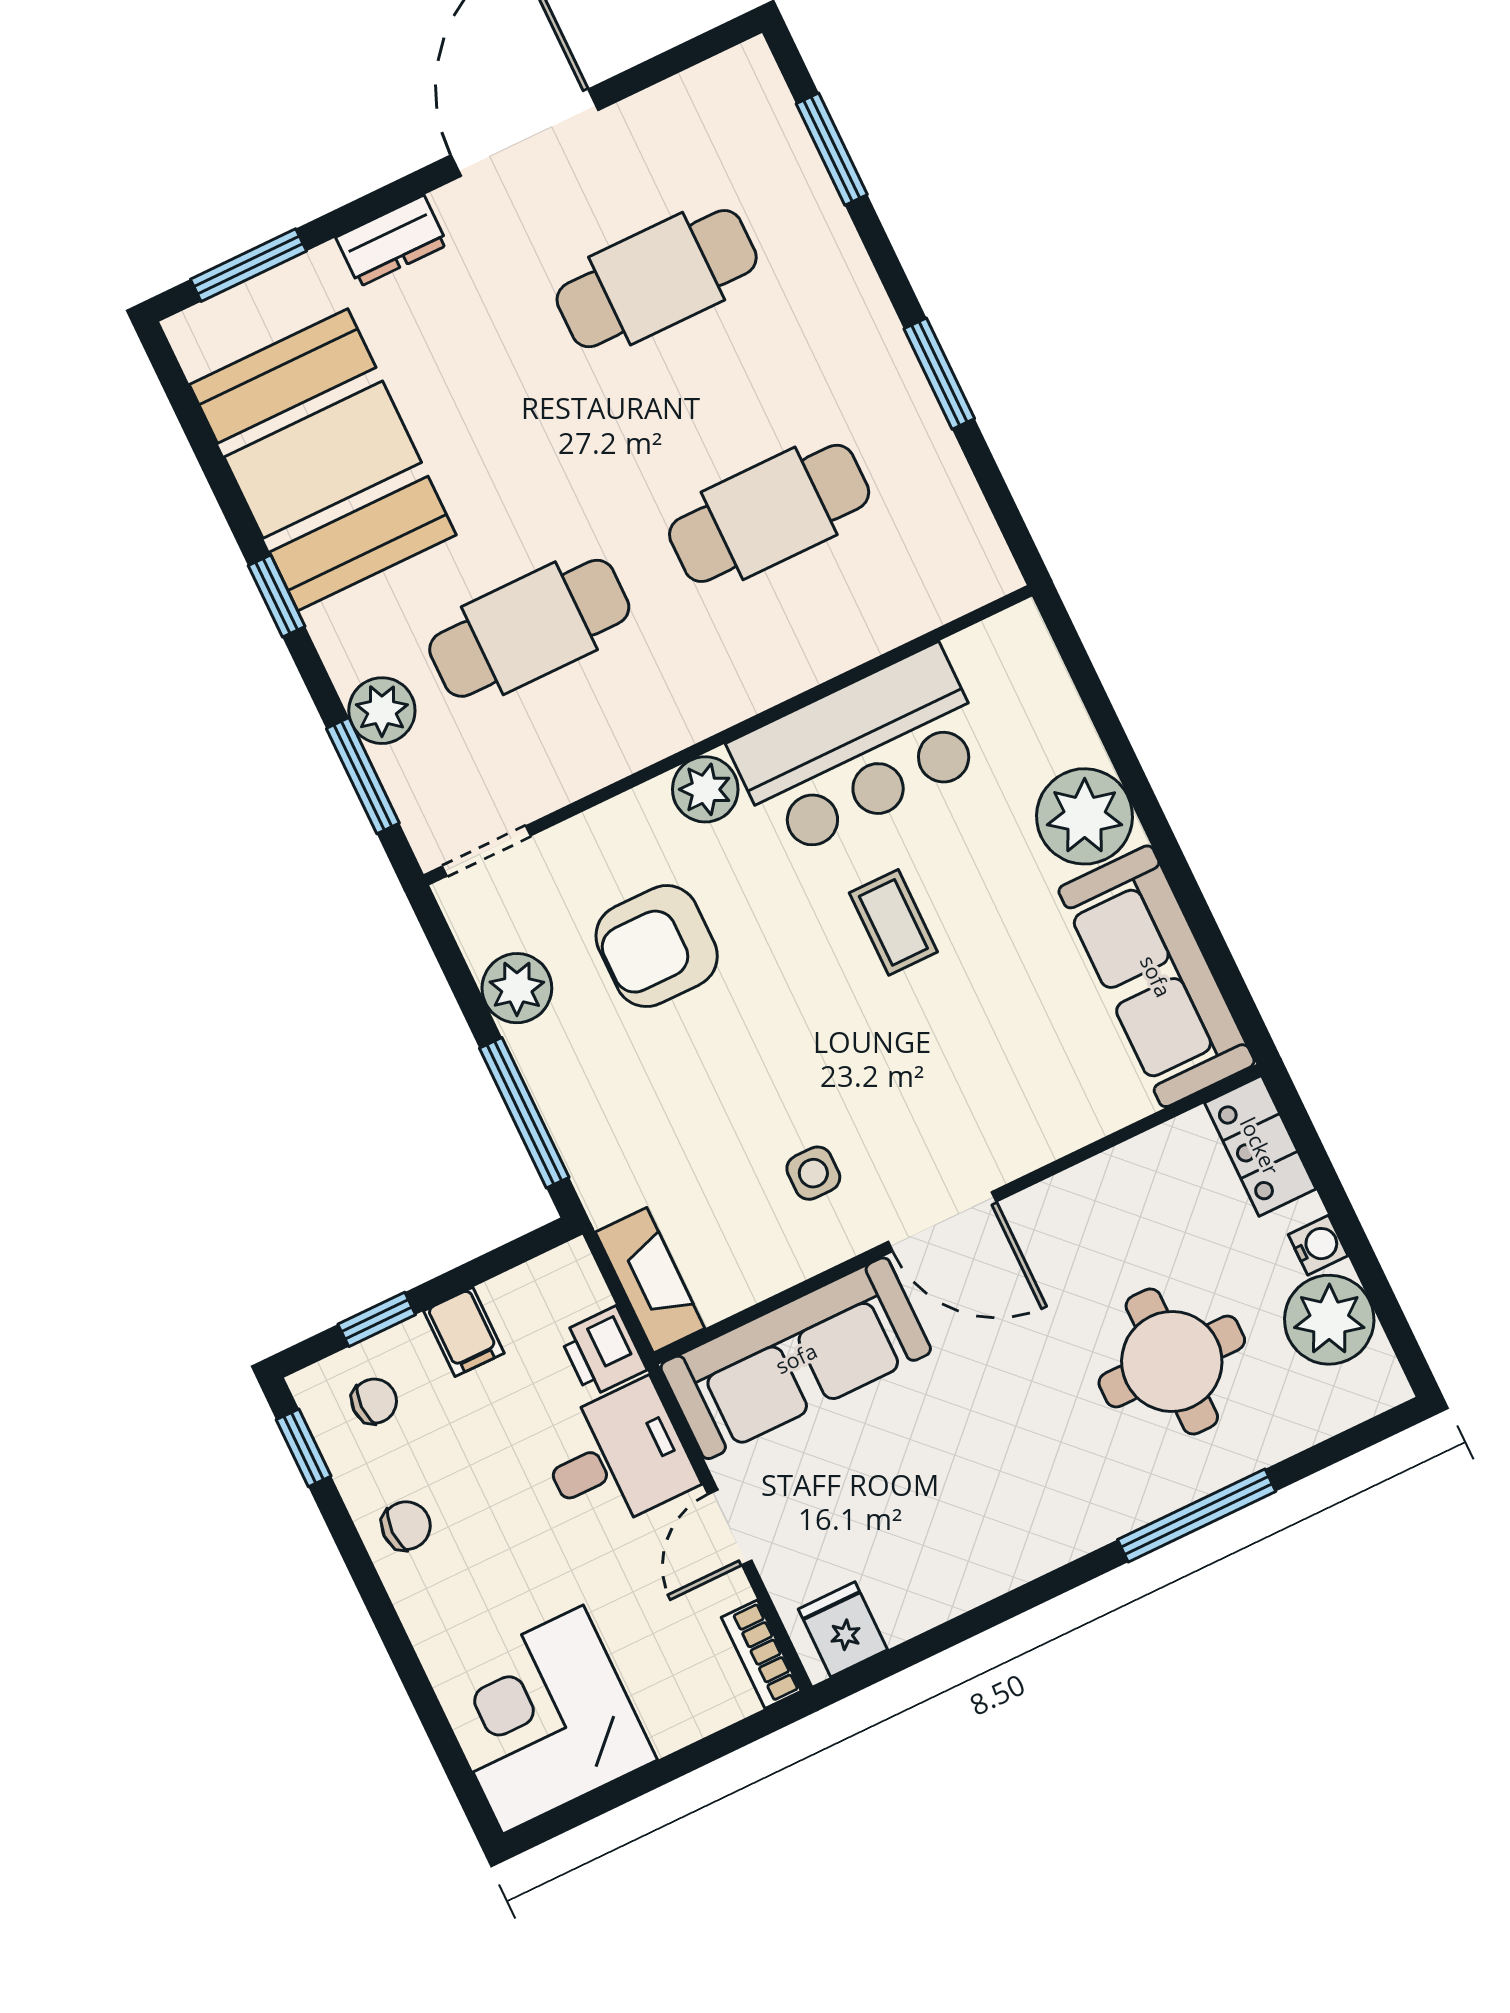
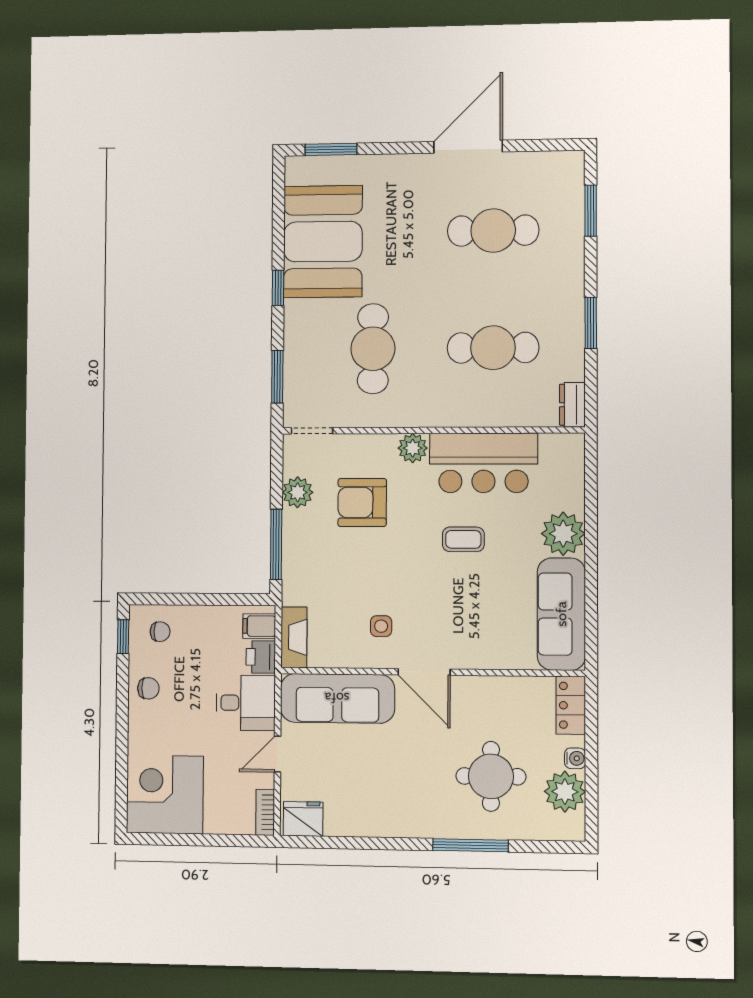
dresser: (392, 241) -> (572, 405), moved, turned 90
cafe table: (529, 628) -> (373, 349), turned 90
plant: (382, 711) -> (298, 354), removed
coffee table: (893, 922) -> (463, 539), turned 90
window: (377, 1319) -> (177, 599), removed
filing cabinet: (464, 1332) -> (259, 626), moved, turned 90
fridge: (843, 1629) -> (303, 819), width x1.38

